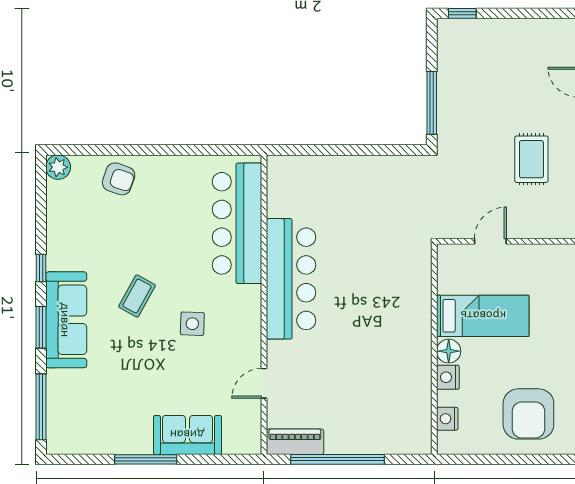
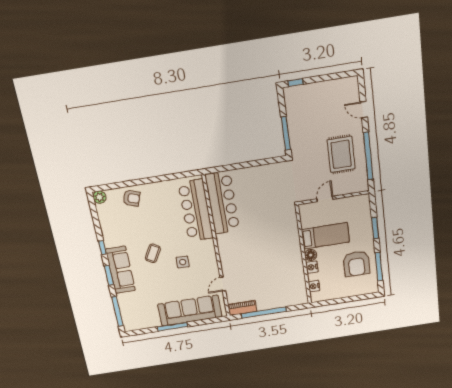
rug: (531, 159) -> (341, 154), width x1.36, depth x1.43
bar counter: (291, 279) -> (222, 203), moved
armchair: (528, 414) -> (356, 264), moved
sofa: (187, 435) -> (190, 311), width x1.85, depth x1.27

